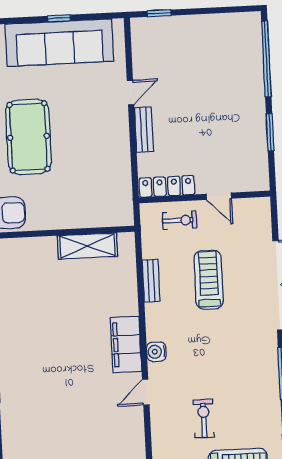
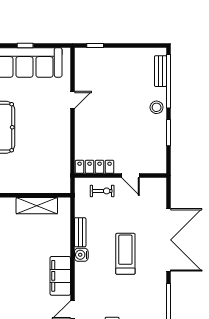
stool: (251, 97) -> (157, 107), added
bench: (144, 130) -> (161, 71), moved
treadmill: (209, 280) -> (125, 254), moved
water cooler: (156, 352) -> (81, 255), moved

